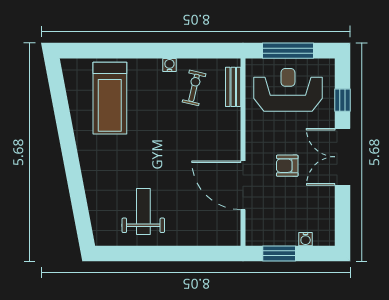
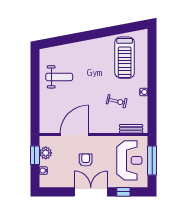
exercise bike: (194, 88) -> (117, 101), moved
treadmill: (110, 98) -> (125, 58), turned -90
plant: (275, 235) -> (46, 153), added

